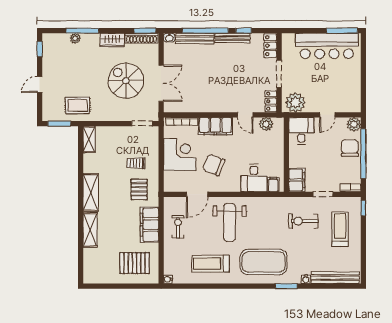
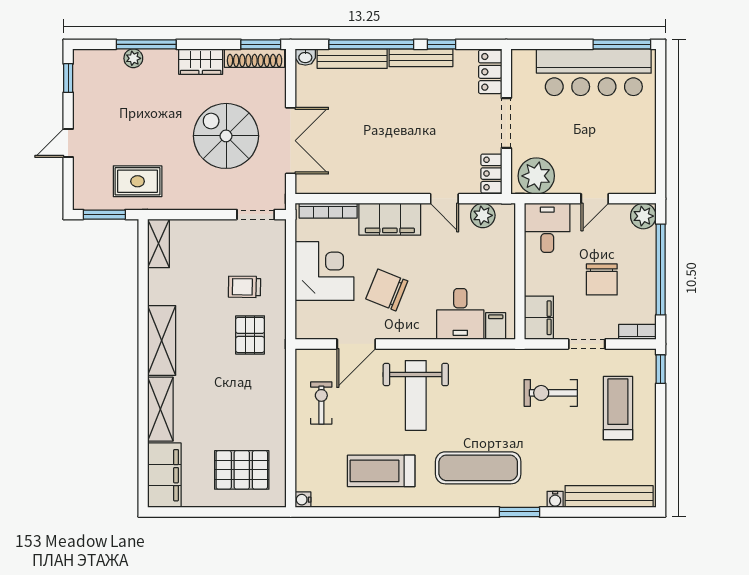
chair: (350, 148) -> (602, 279), moved, turned 180
filing cabinet: (150, 225) -> (164, 475), moved, turned 180
exercise mat: (264, 262) -> (478, 468), width x0.68

